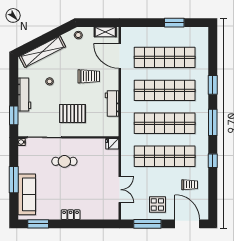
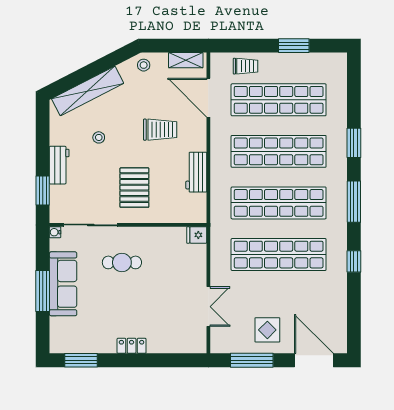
workbench: (24, 95) -> (59, 165), width x0.73
pallet: (72, 113) -> (134, 188), turned 90
trolley: (190, 185) -> (246, 66), moved
sofa: (27, 194) -> (63, 284), moved

